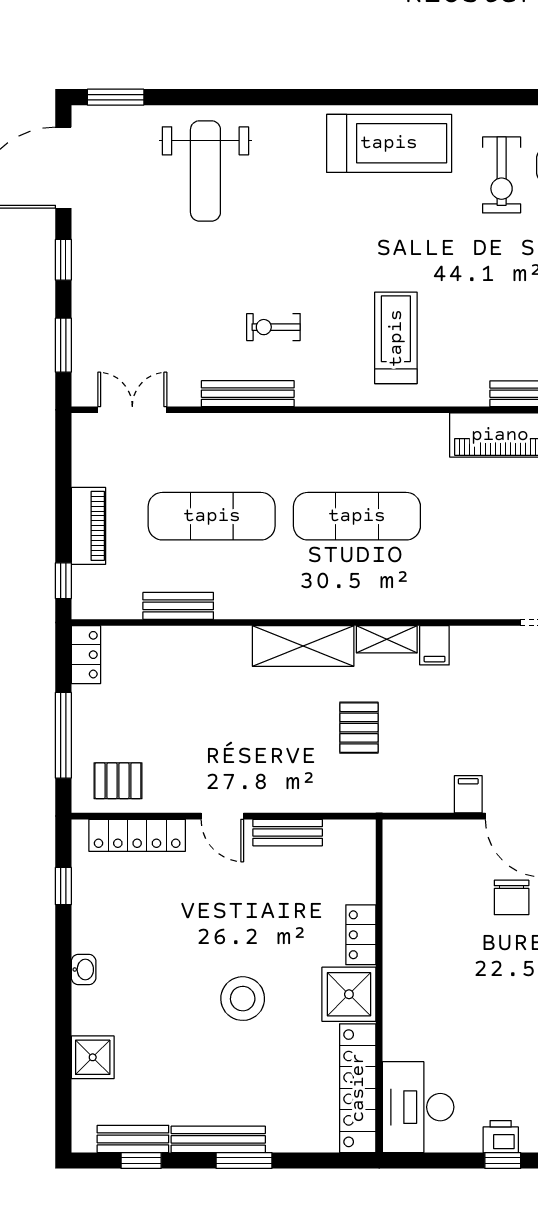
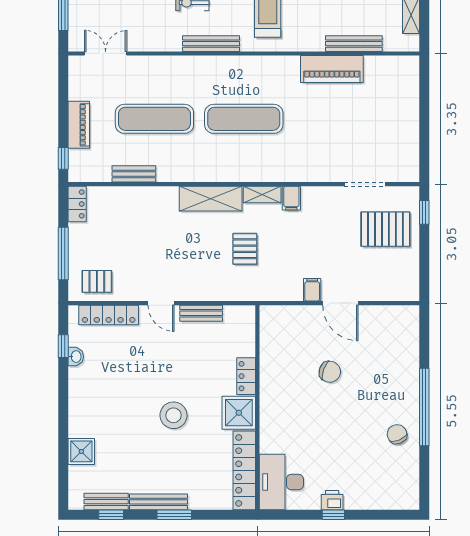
bench: (248, 394) -> (211, 44), moved
chair: (512, 897) -> (330, 372), moved, turned -71
washbasin: (84, 970) -> (76, 357), moved

